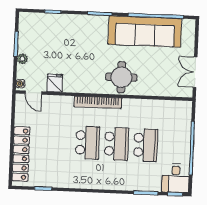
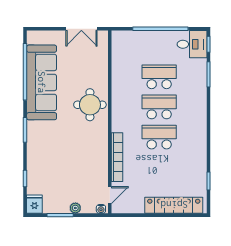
fridge: (55, 83) -> (34, 204), moved, turned 90
bookcase: (98, 102) -> (117, 157), moved

